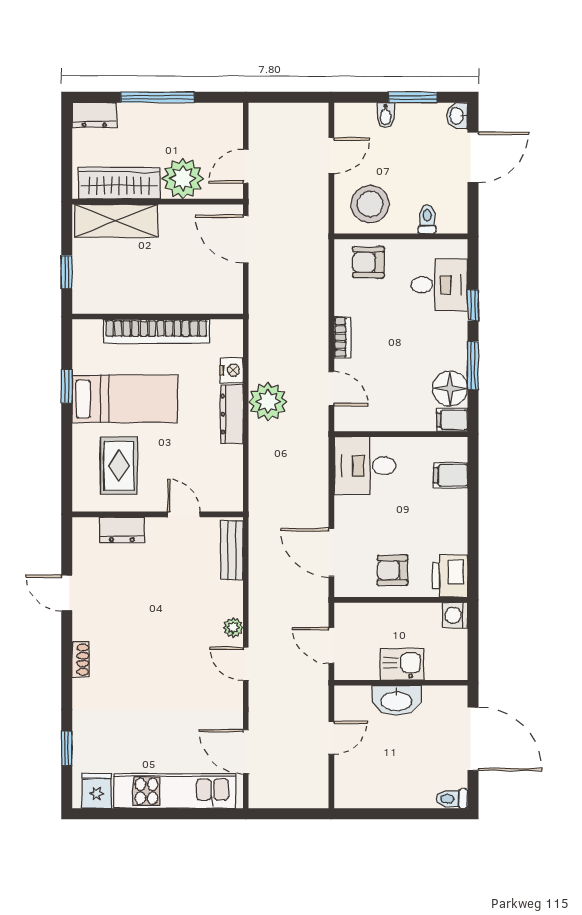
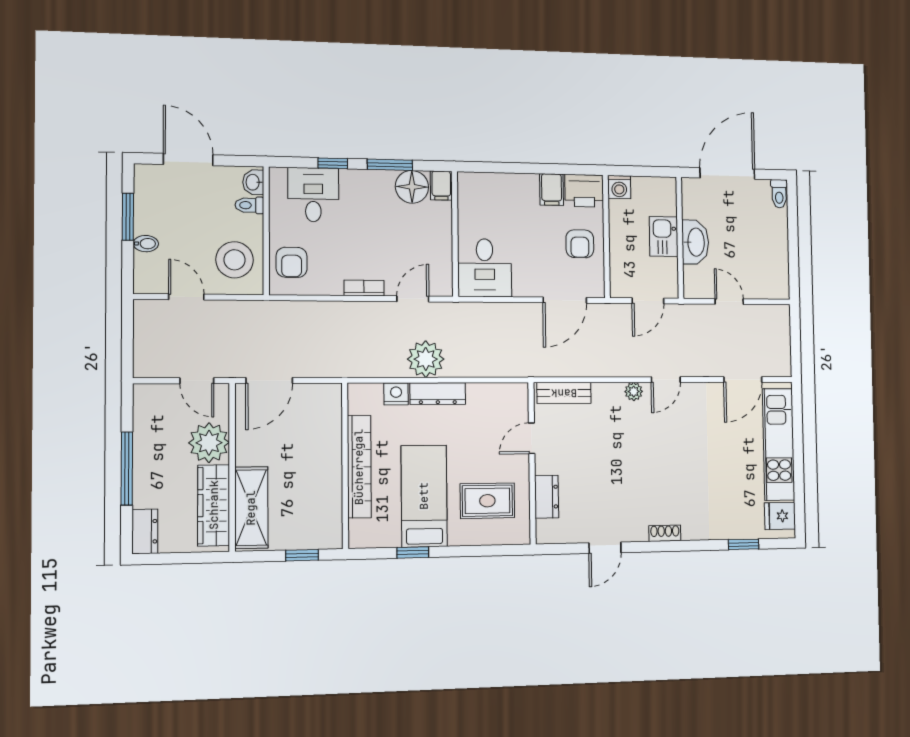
washbasin: (457, 116) -> (253, 182), moved, turned 90
filing cabinet: (451, 475) -> (552, 190), moved

